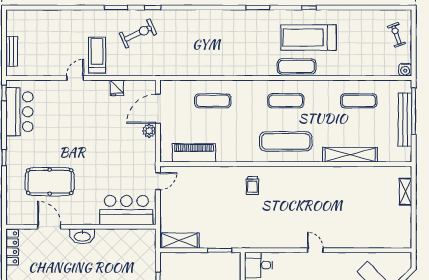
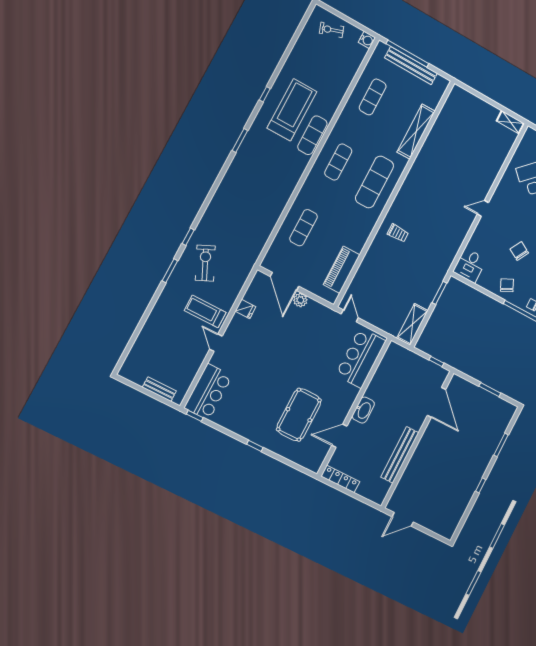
treadmill: (309, 38) -> (292, 110), turned 180
bar counter: (19, 112) -> (208, 392), moved, turned 90
shelving: (406, 192) -> (510, 122), moved

